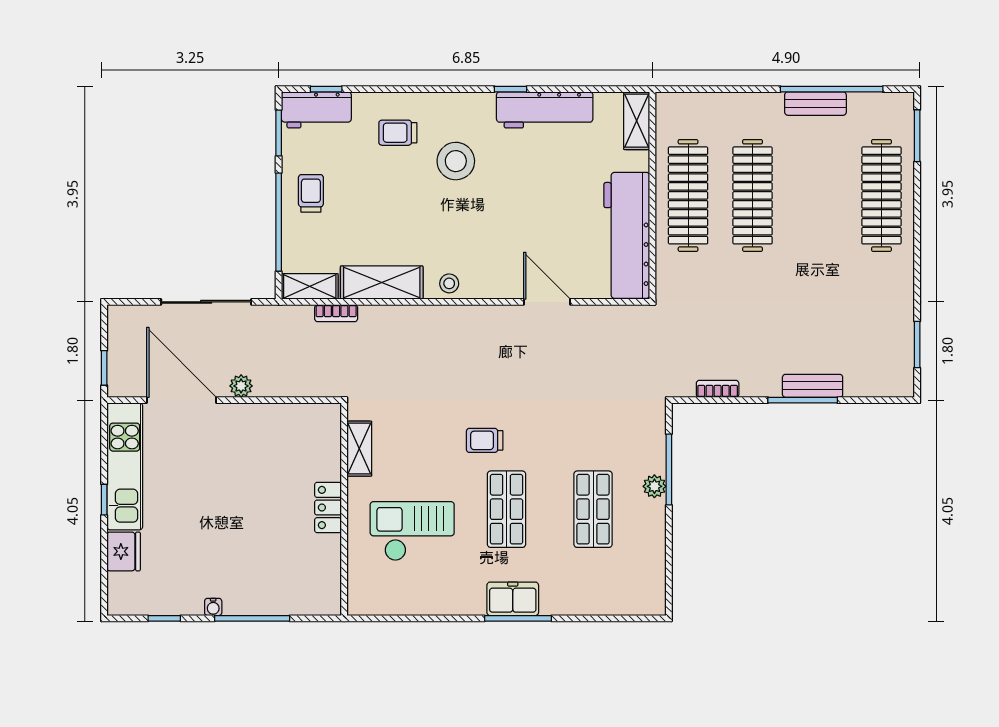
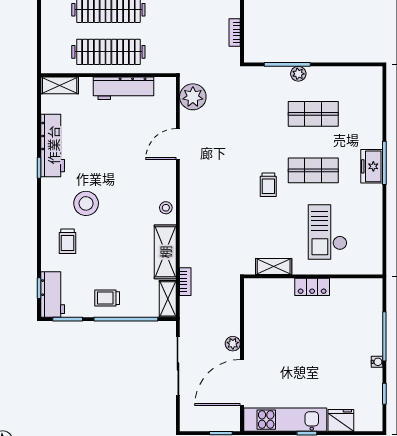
workbench: (627, 235) -> (124, 88), width x0.73, depth x0.76
plant: (619, 325) -> (193, 97), added

